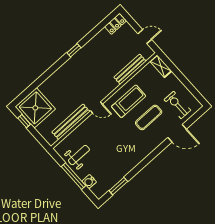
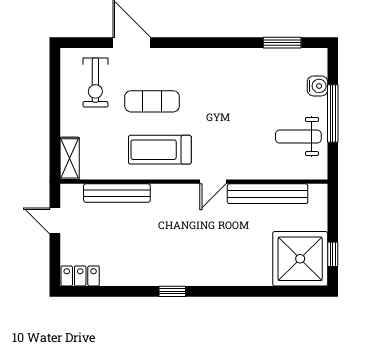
door: (96, 107) -> (213, 182), swing flipped

